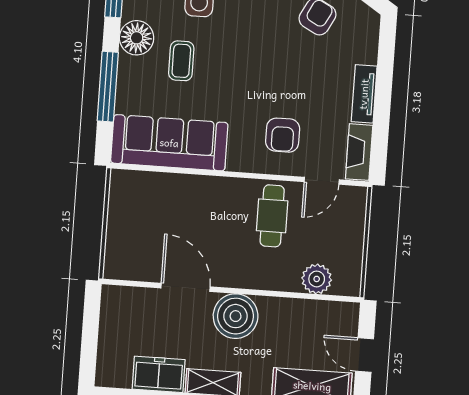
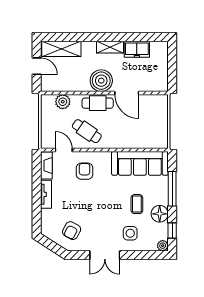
door: (322, 181) -> (64, 150), hinge flipped
cafe table: (272, 216) -> (87, 131), turned -56
cafe table: (246, 271) -> (98, 103), added

